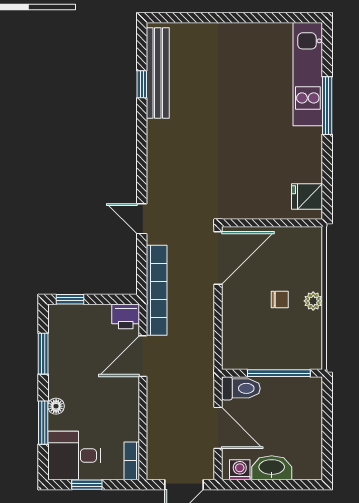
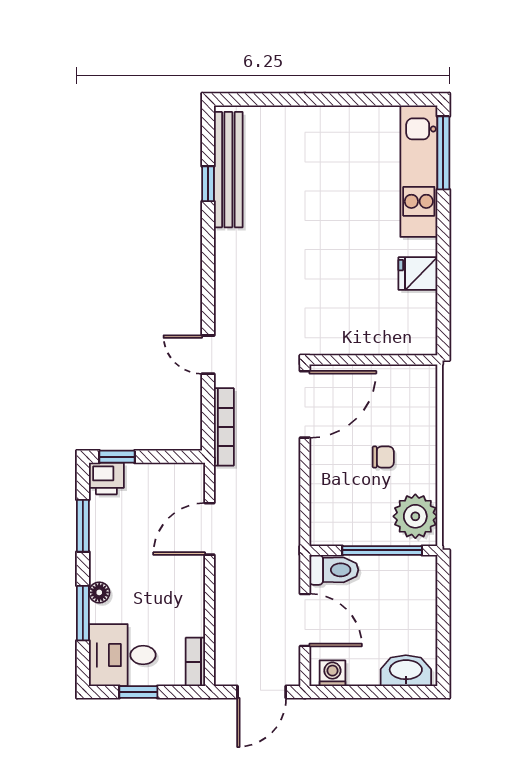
window: (327, 106) -> (443, 153), moved
fridge: (307, 196) -> (418, 274), moved
bookcase: (157, 290) -> (224, 427), width x0.68, depth x0.76
plant: (313, 301) -> (415, 516), moved, width x1.88, depth x1.88
printer: (126, 316) -> (106, 478), moved
washbasin: (272, 468) -> (406, 671), moved

